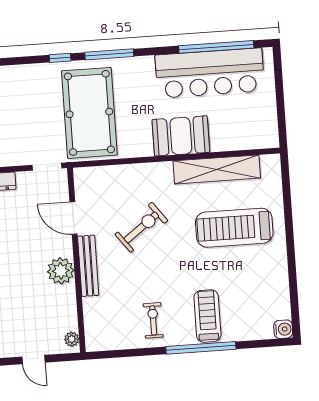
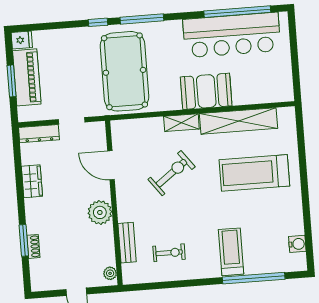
doorway: (47, 167) -> (72, 121), moved
shelving: (153, 171) -> (181, 123), added
bench: (88, 266) -> (127, 243), moved, width x0.73
exercise bike: (153, 320) -> (169, 253), moved, turned 90
water cooler: (283, 329) -> (297, 244), moved
window: (201, 348) -> (254, 278), moved

